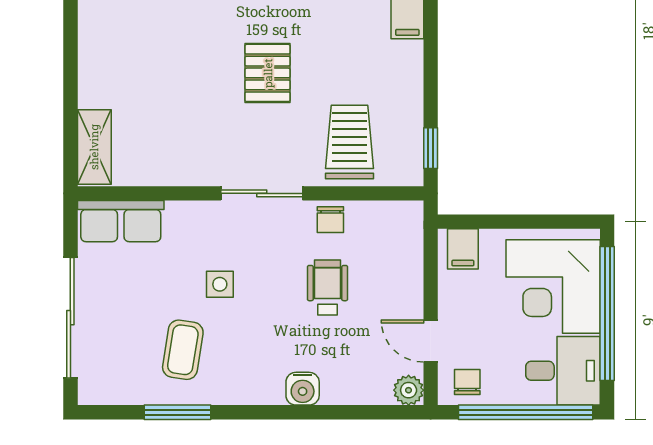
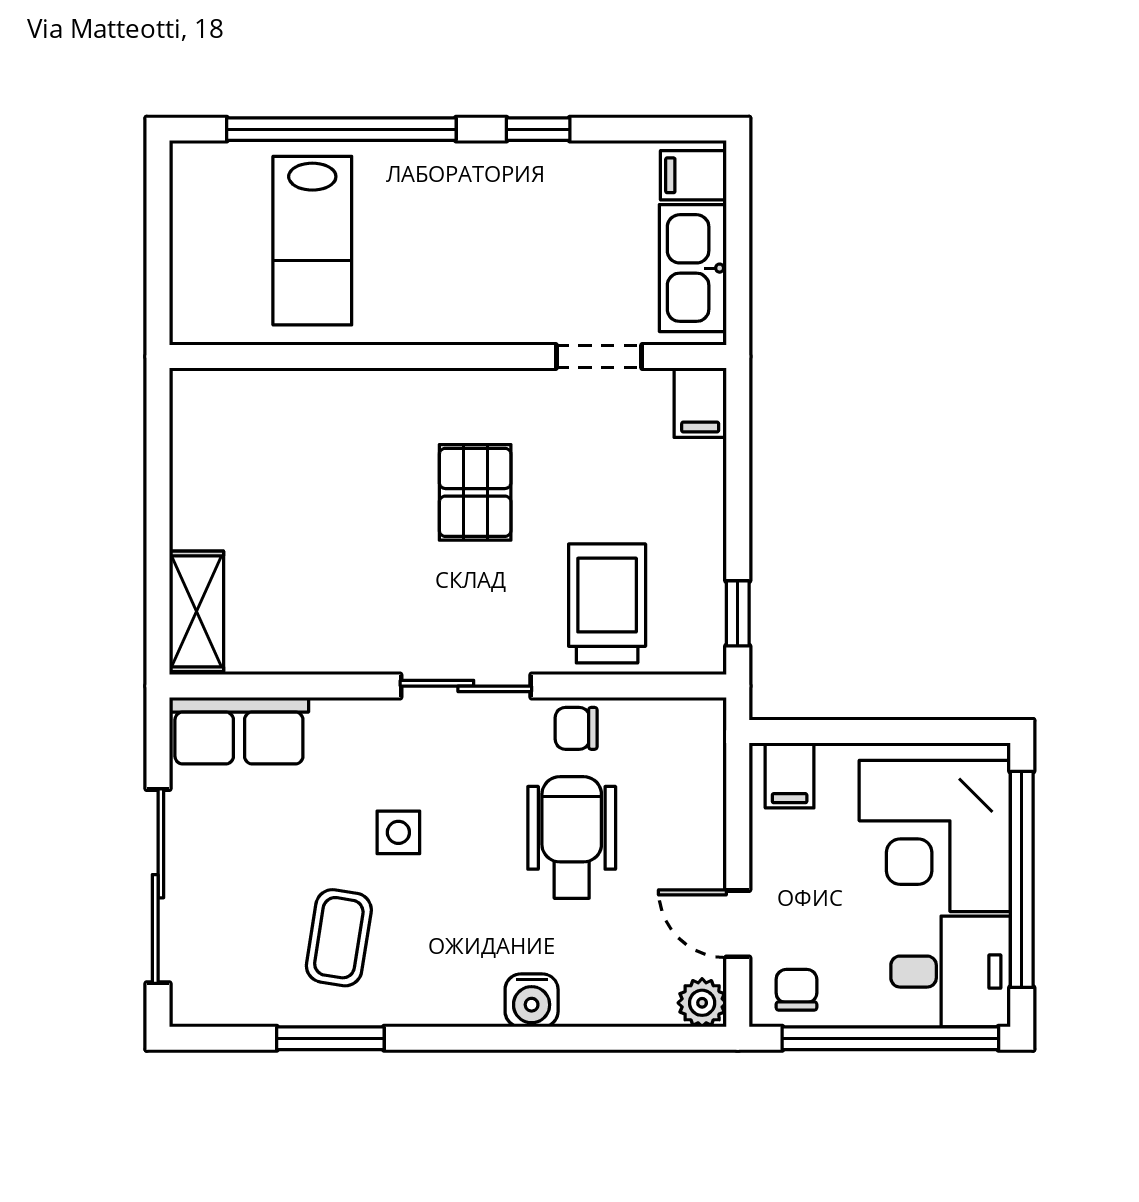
chair: (330, 220) -> (576, 728), turned 90
wheelchair: (327, 287) -> (572, 838), width x1.36, depth x1.37

